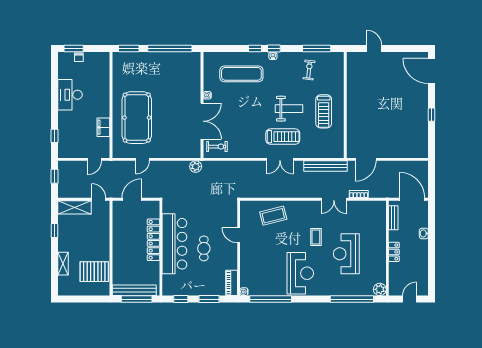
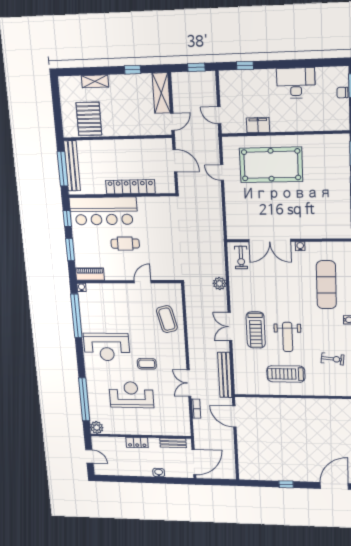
plant: (196, 167) -> (219, 283), moved
bar counter: (174, 244) -> (103, 211), moved

